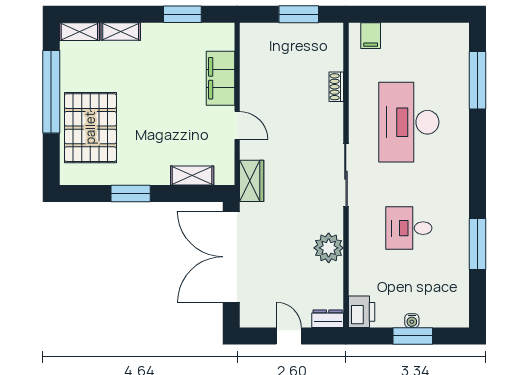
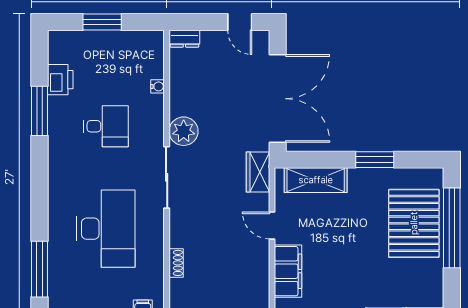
window: (51, 92) -> (452, 228), moved
shelving: (192, 176) -> (316, 180), width x1.50, depth x1.33
plant: (329, 248) -> (184, 131), moved
printer: (362, 312) -> (60, 80), moved, turned 180
water cooler: (412, 321) -> (157, 86), moved, turned 90
door: (289, 336) -> (240, 22), moved

